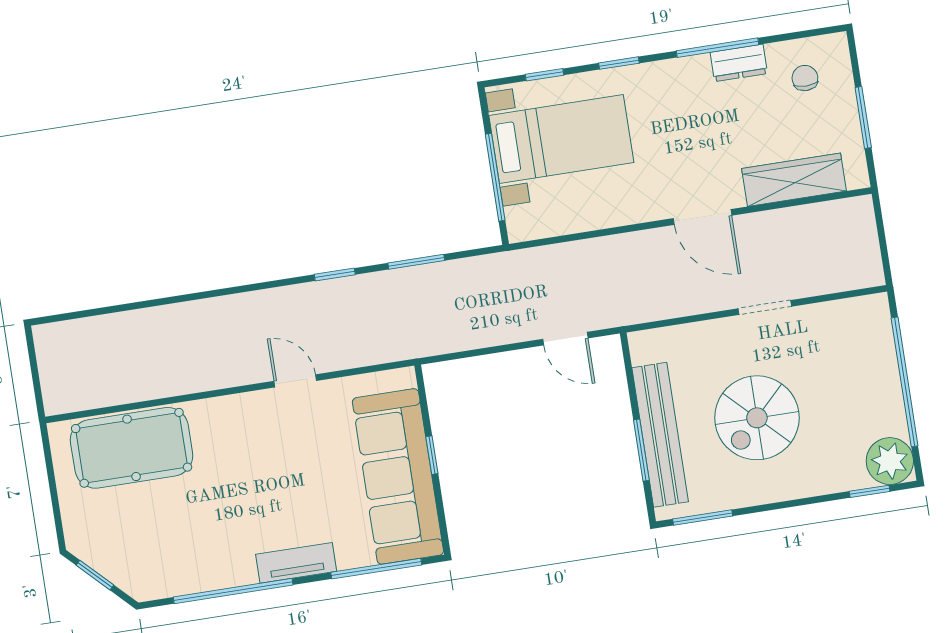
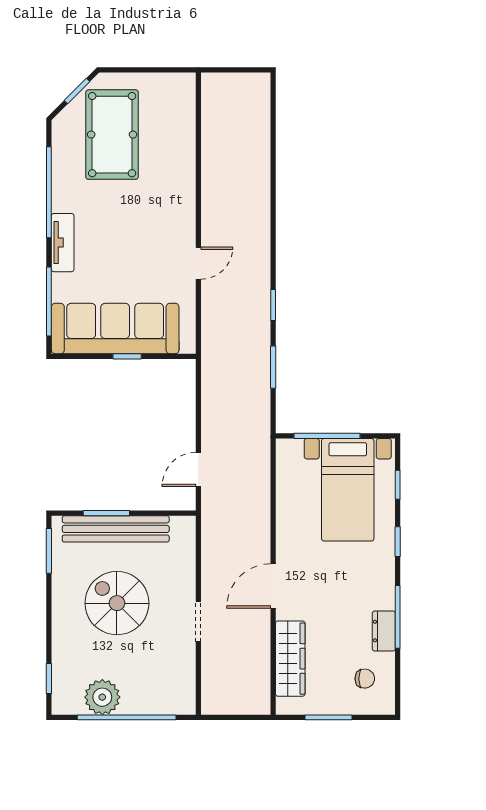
pool table: (132, 448) -> (112, 135), moved
plant: (890, 461) -> (102, 697), moved

